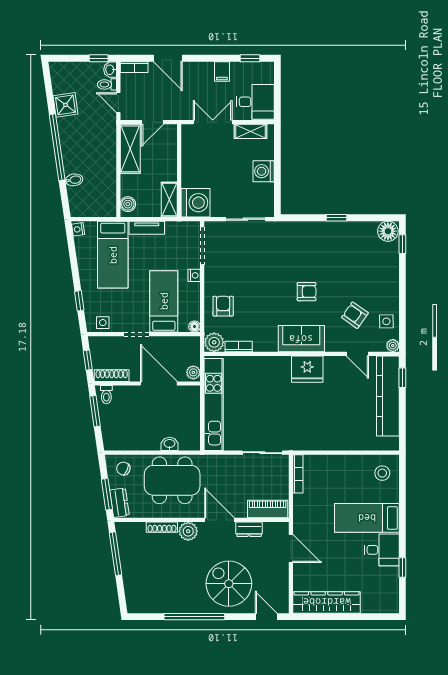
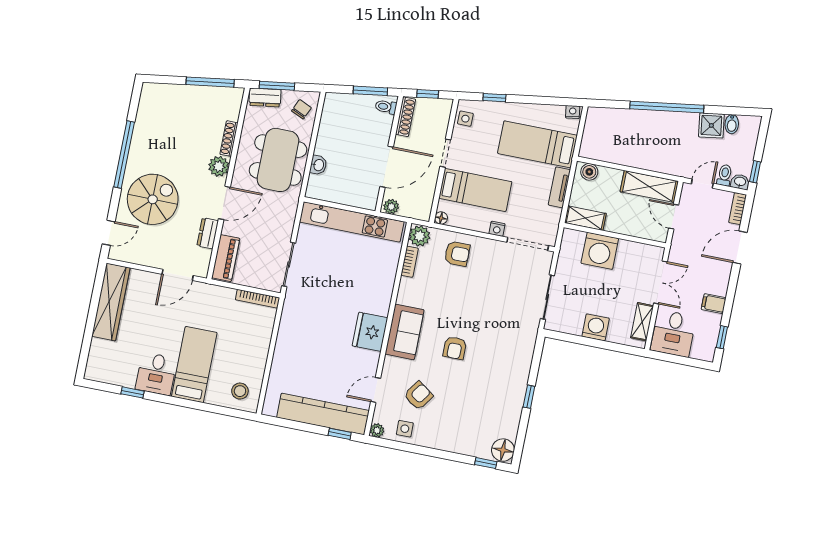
bidet: (74, 180) -> (732, 124), moved
washing machine: (196, 203) -> (600, 251), moved

